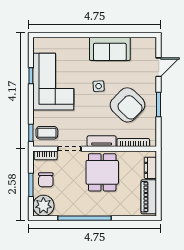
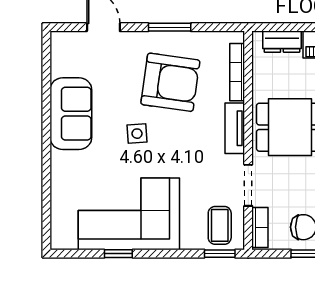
armchair: (127, 105) -> (170, 82), turned 54

